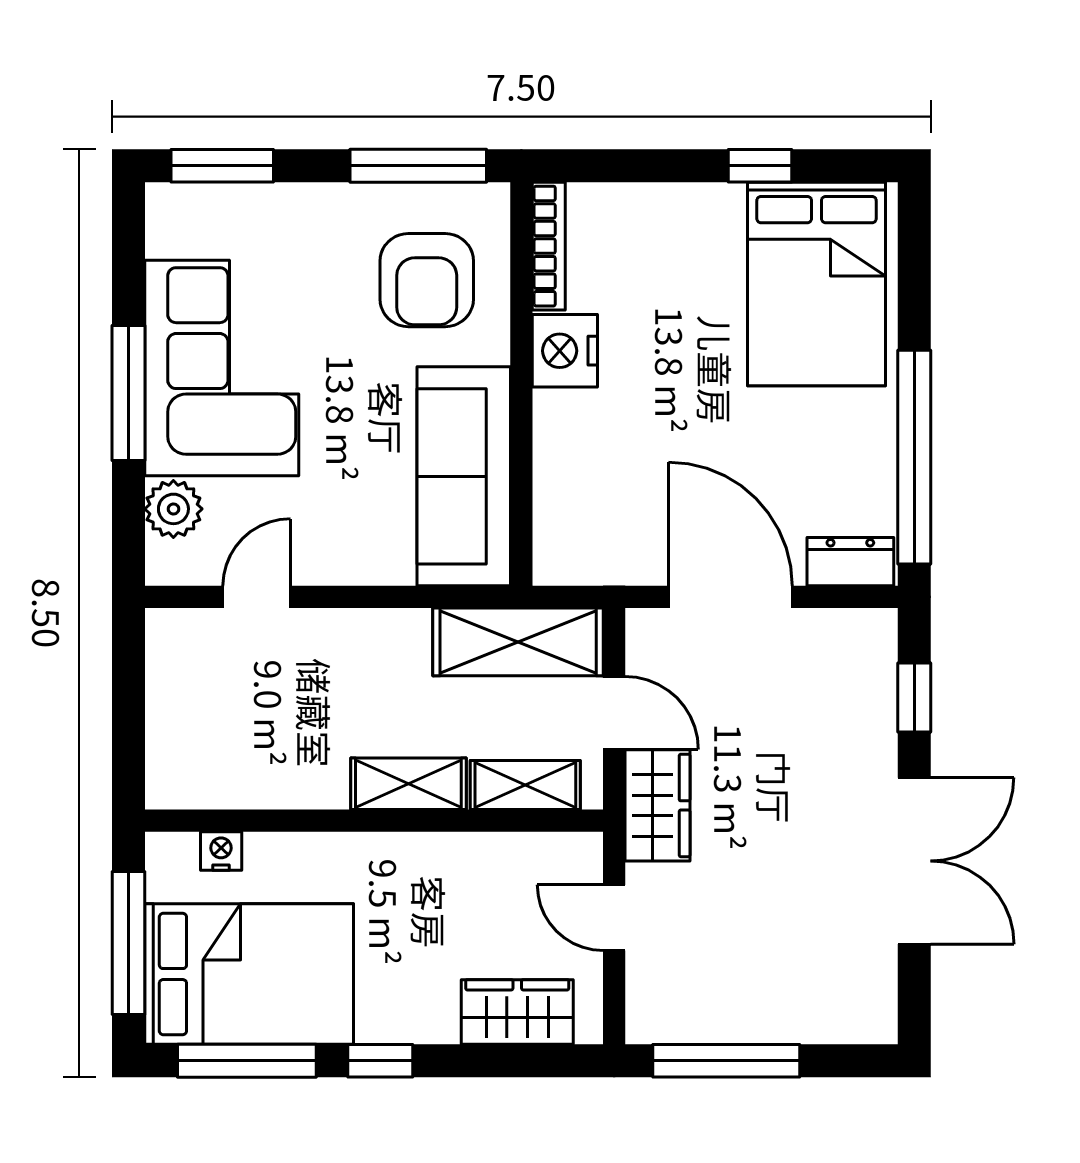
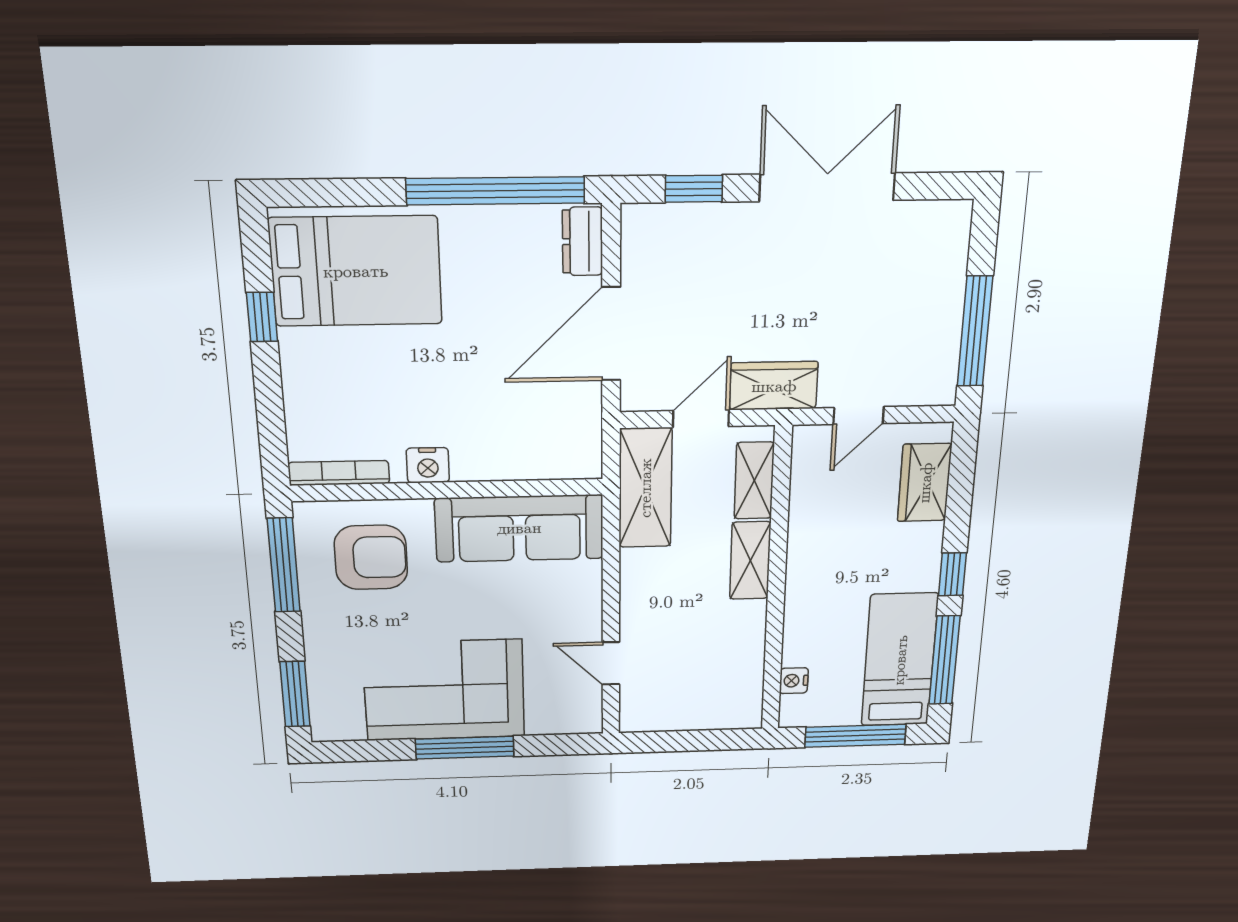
nightstand: (565, 351) -> (428, 465), width x0.74, depth x0.75
plant: (173, 509) -> (548, 717), removed
bed: (249, 974) -> (900, 660), width x0.67

